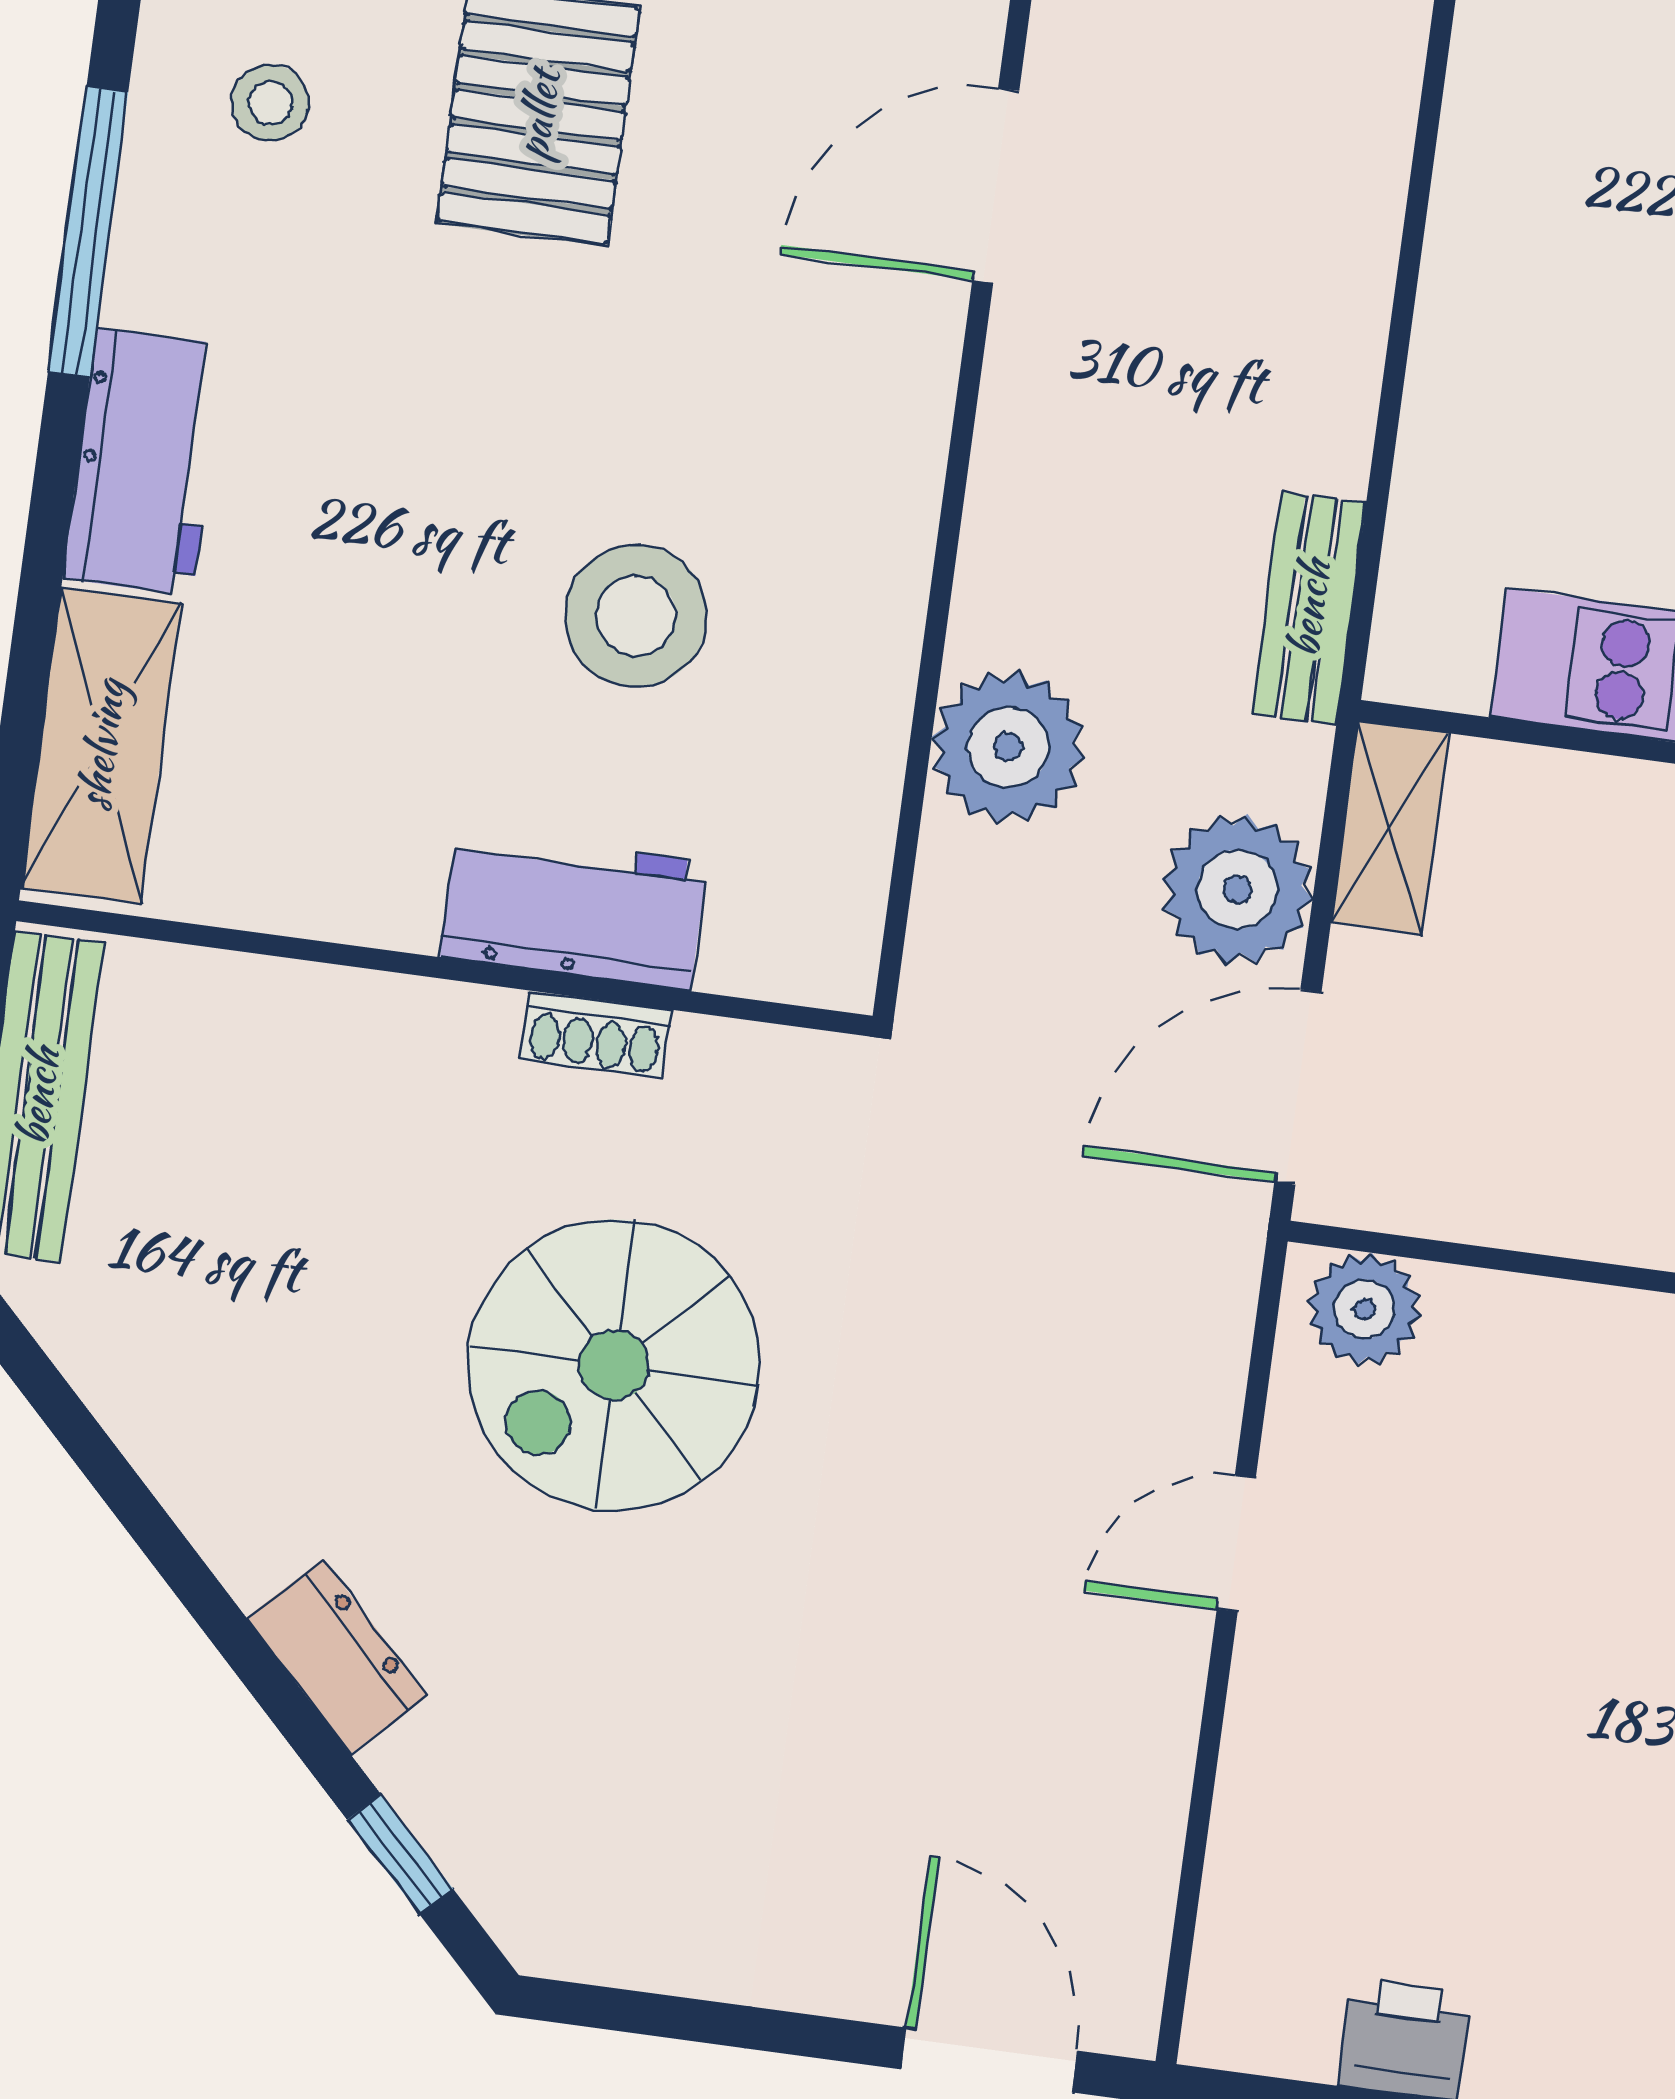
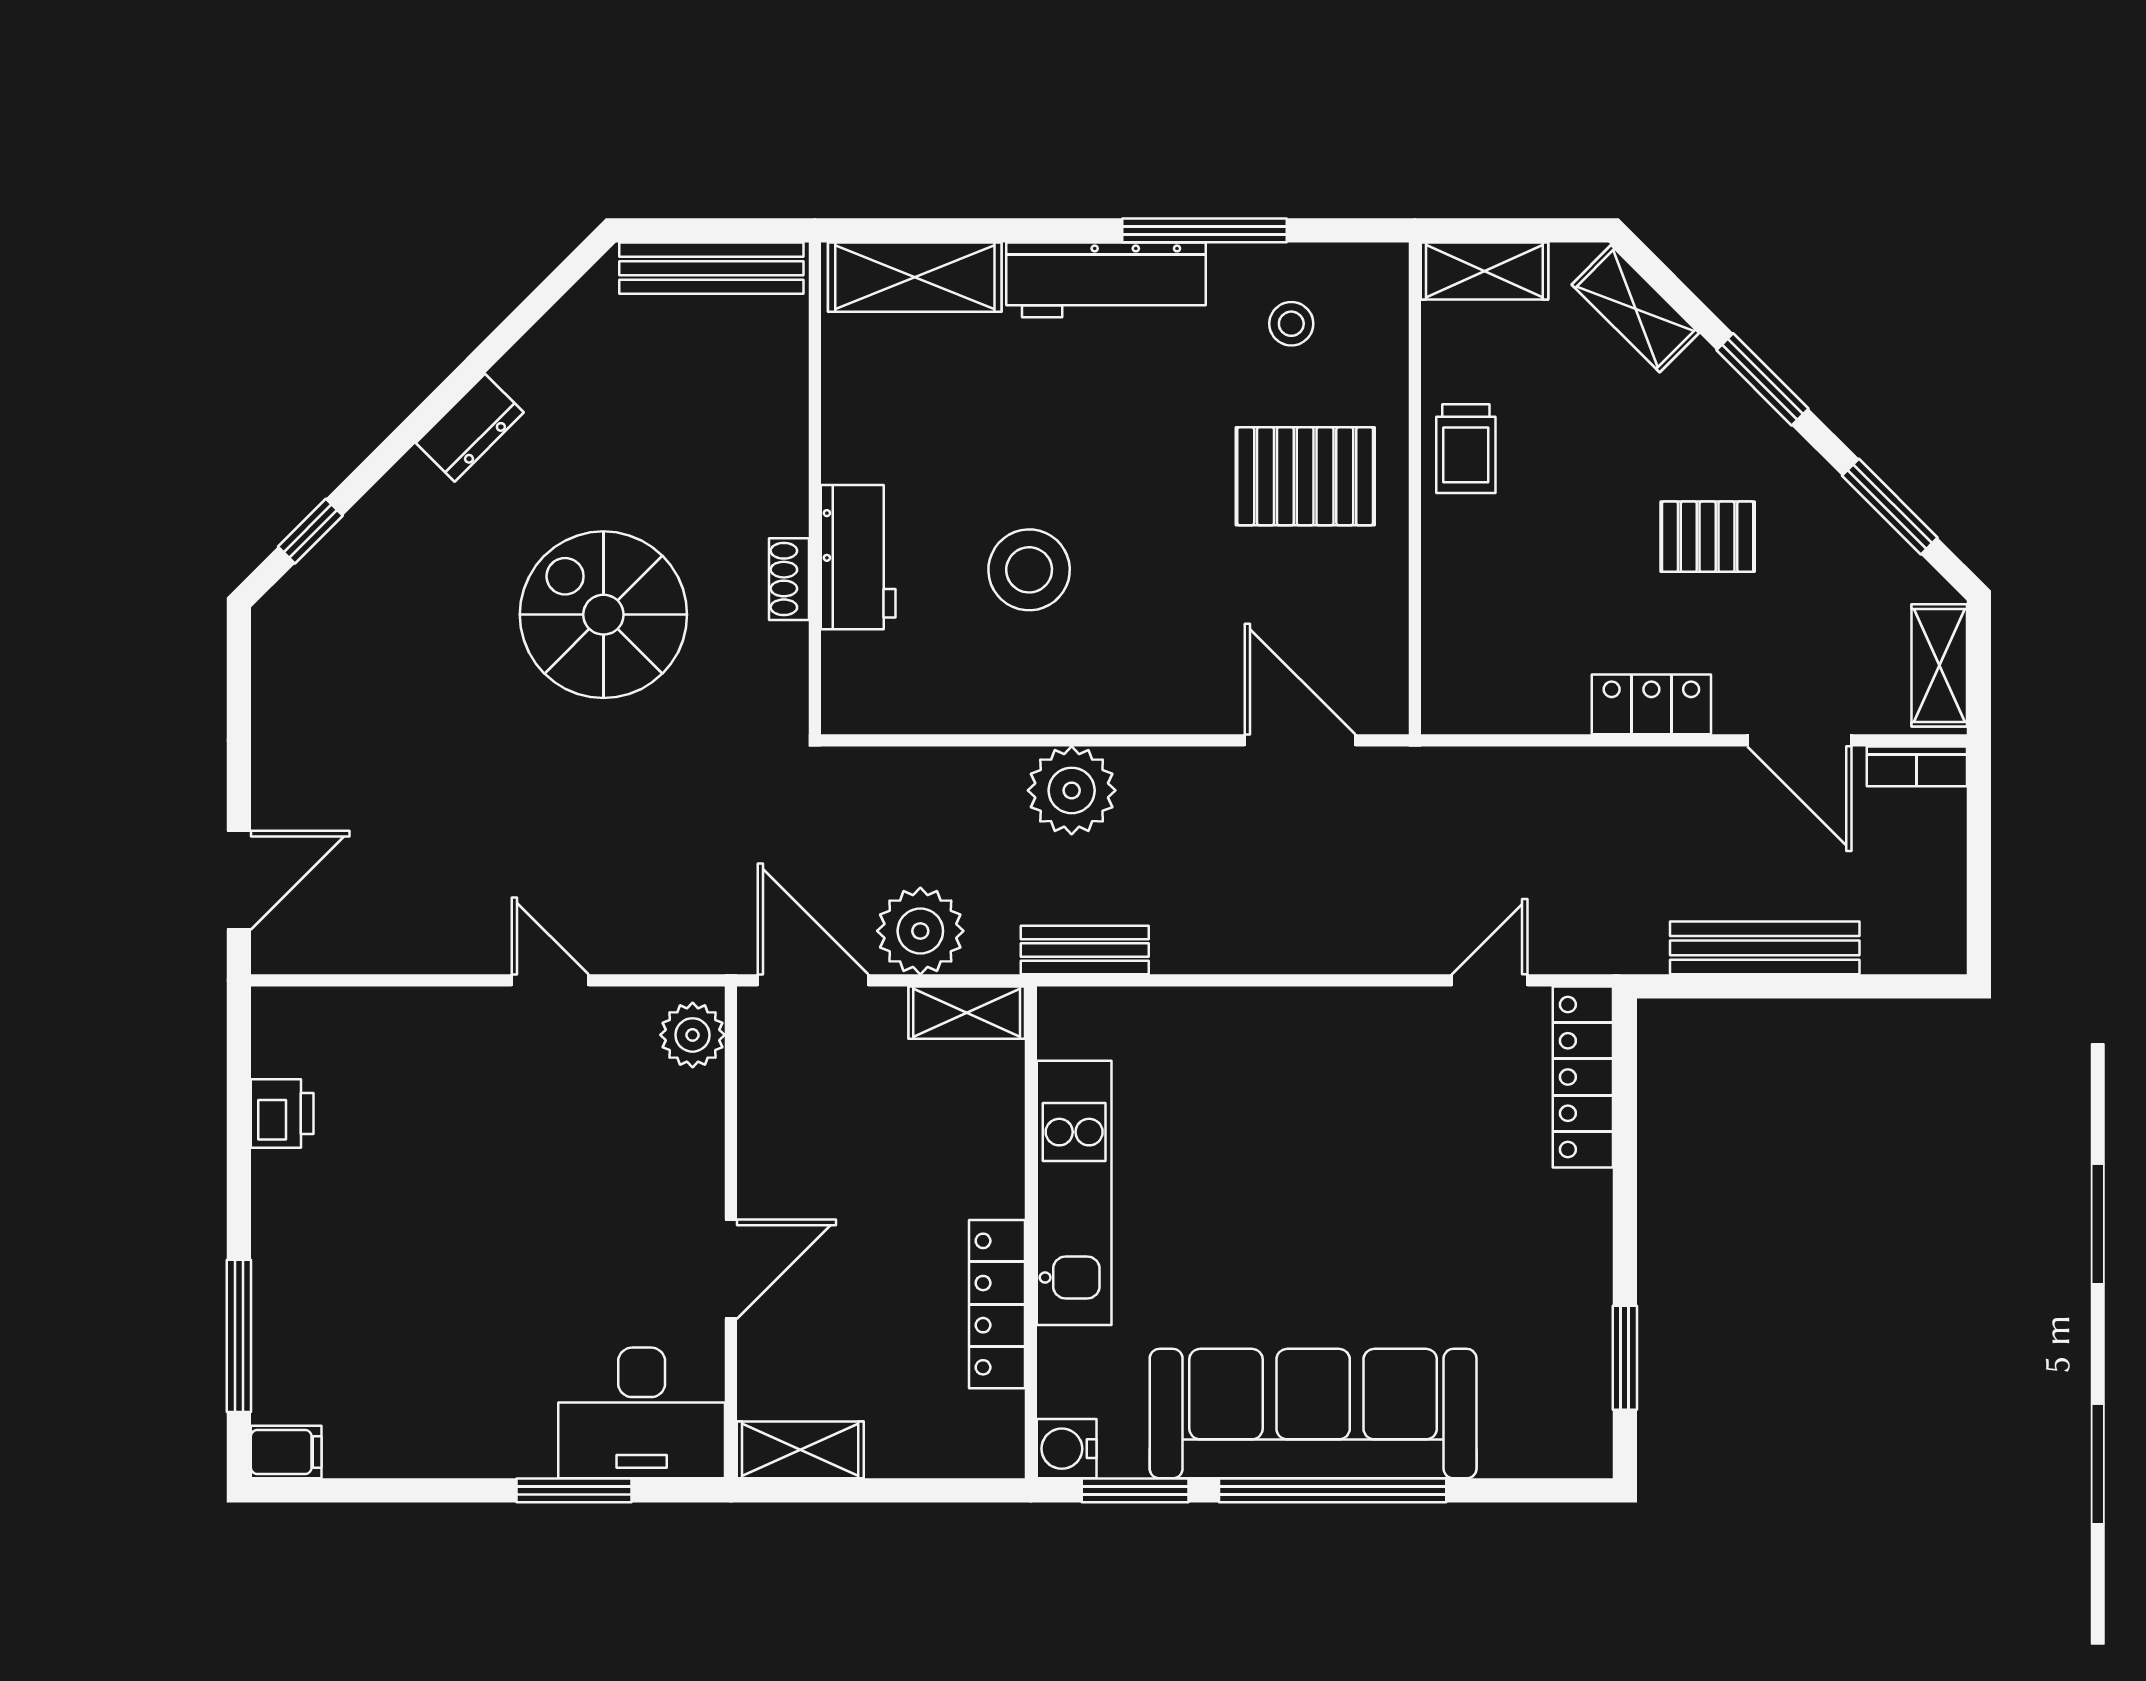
workbench: (144, 462) -> (1106, 280), width x1.38
plant: (1008, 747) -> (1072, 790), moved
dresser: (337, 1657) -> (470, 428), moved

